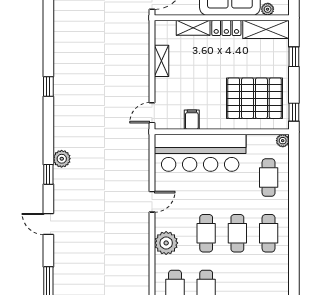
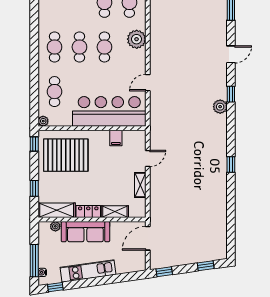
door: (152, 113) -> (148, 159), moved
door: (152, 202) -> (148, 83), moved
door: (48, 224) -> (231, 54), hinge flipped

